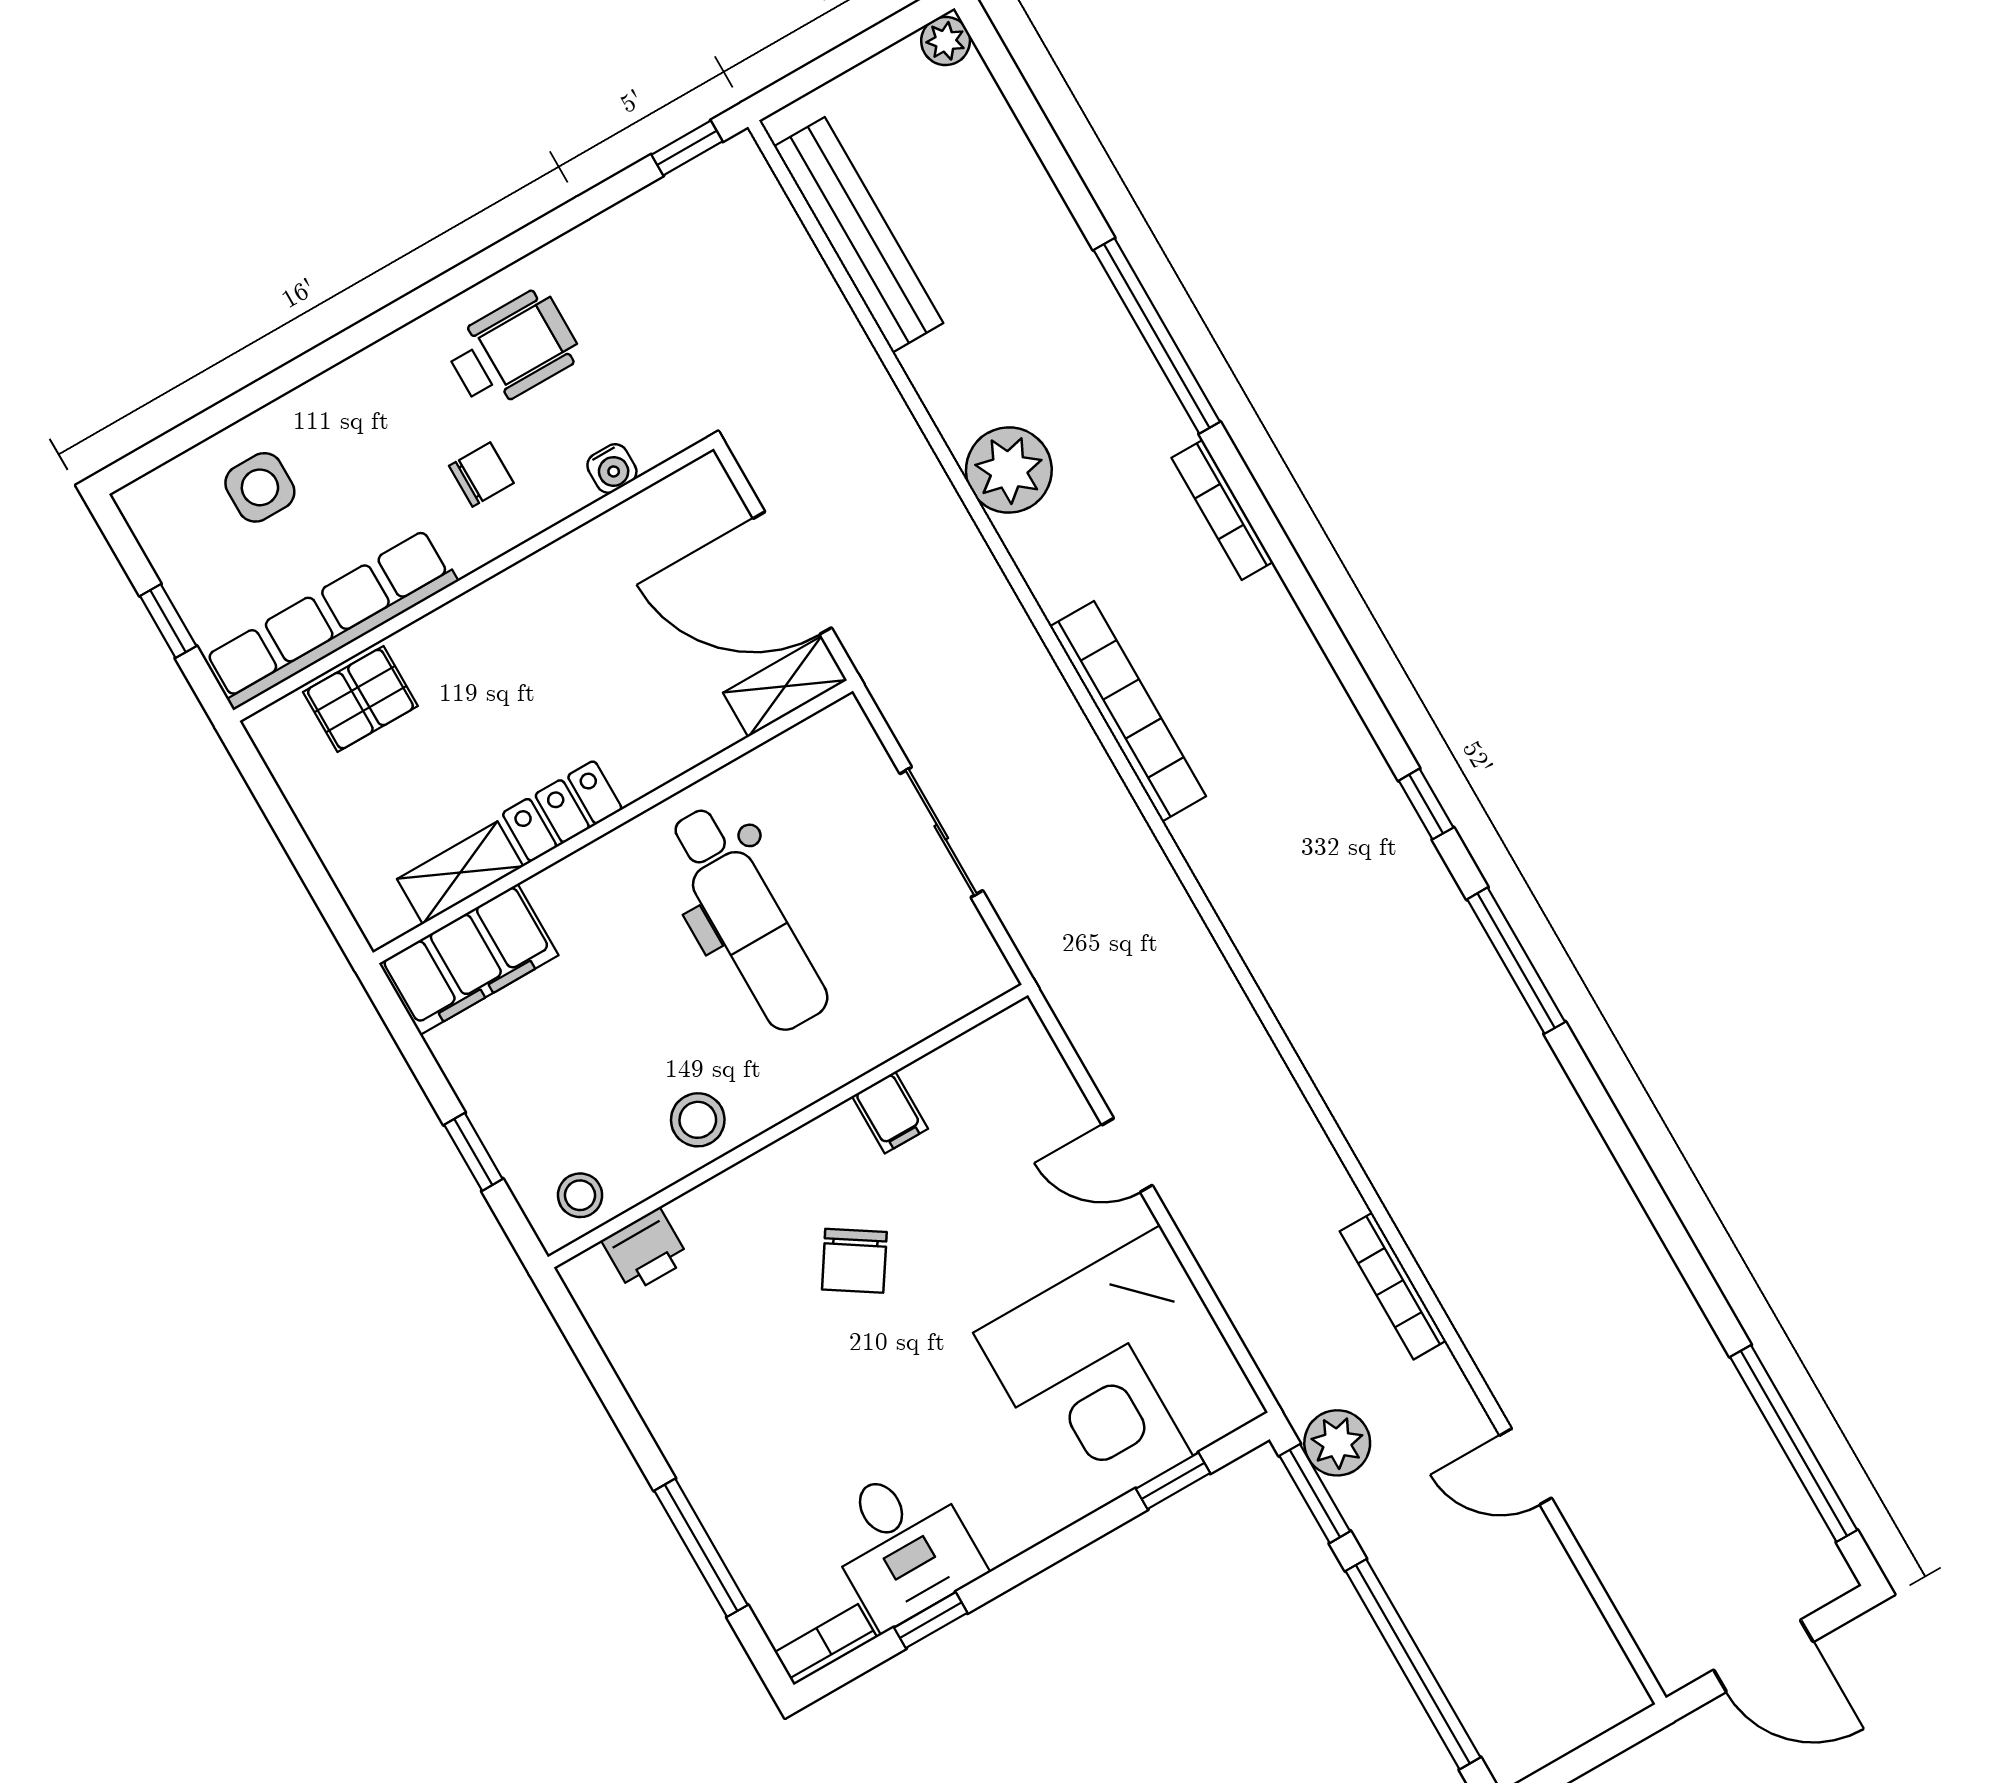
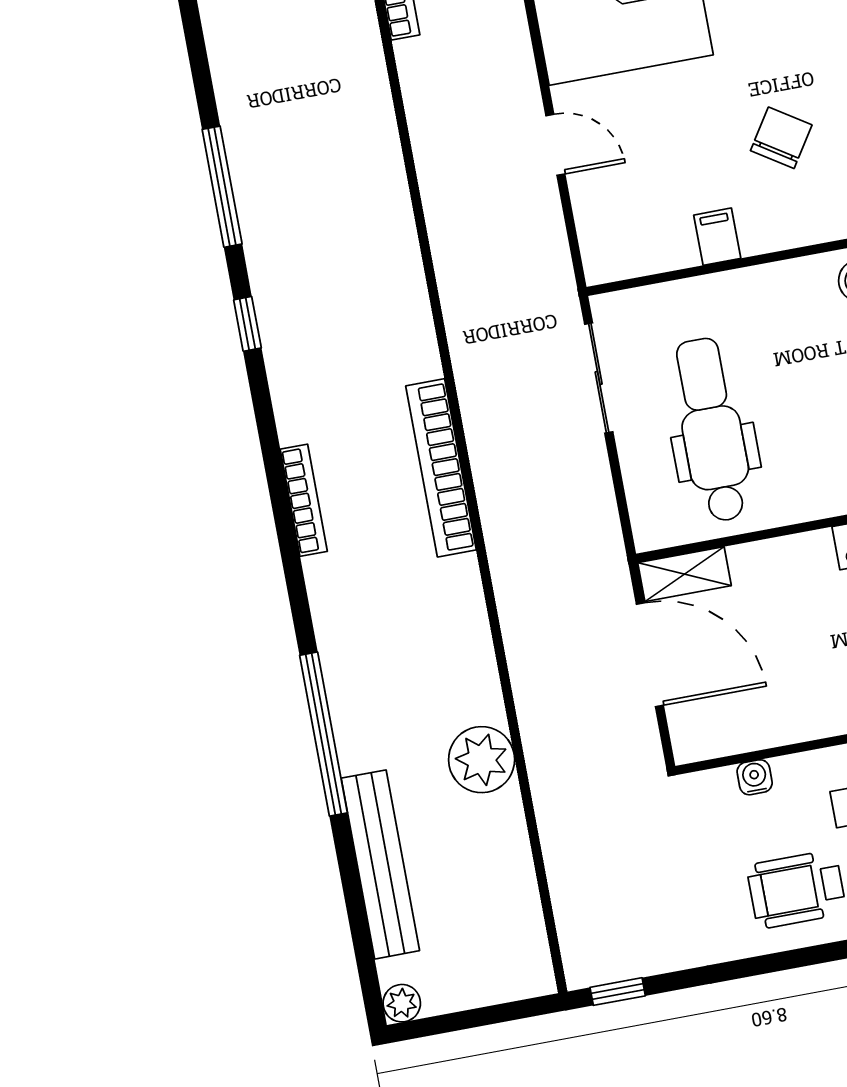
bench: (858, 235) -> (380, 864), moved
plant: (1009, 470) -> (482, 760), moved
bookcase: (1222, 510) -> (304, 500), moved
sliding door: (941, 832) -> (599, 378), moved
dental chair: (747, 918) -> (712, 430), moved

